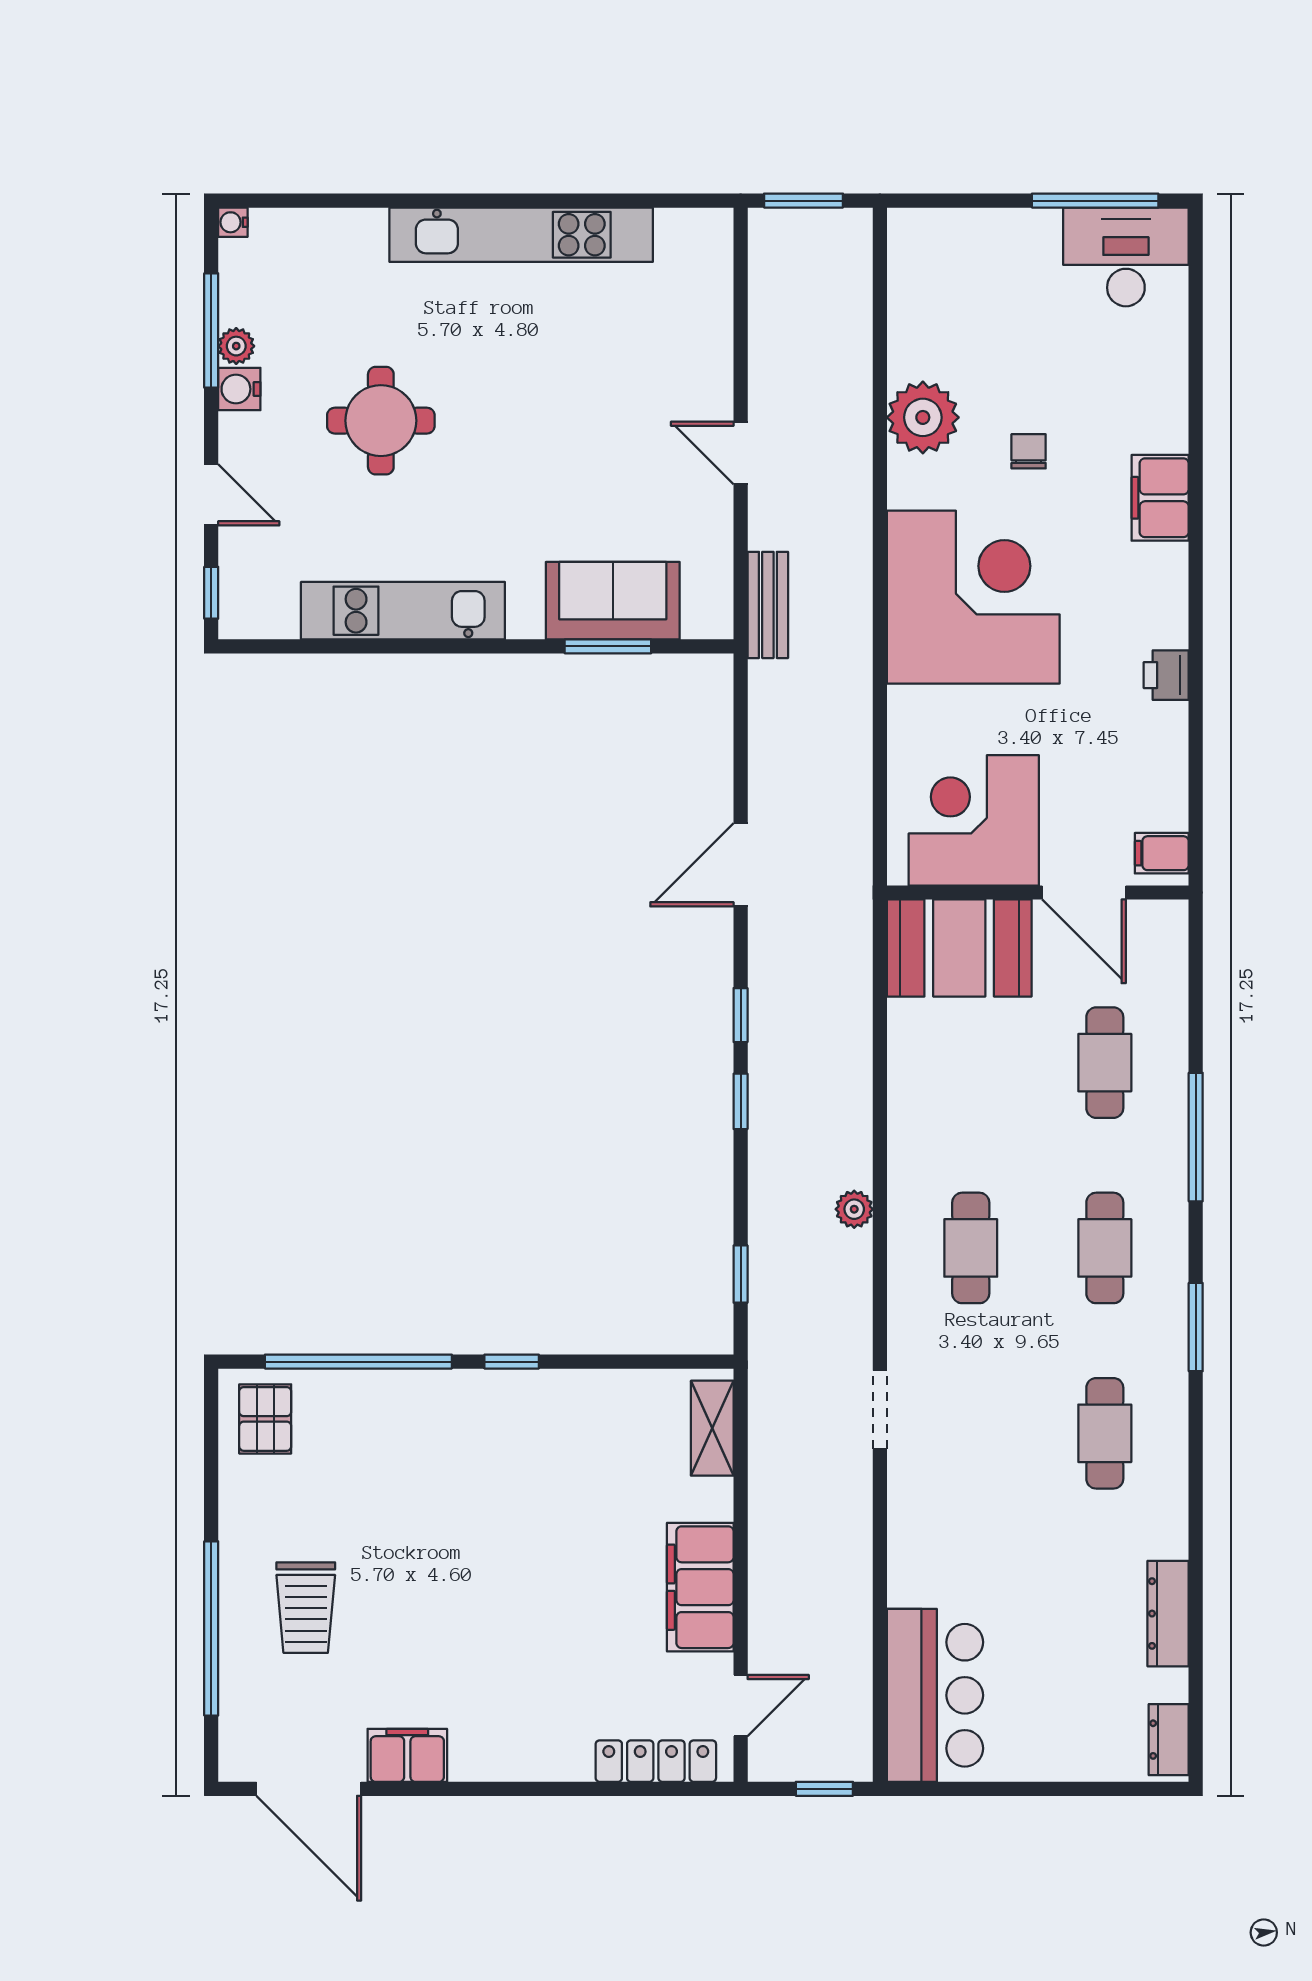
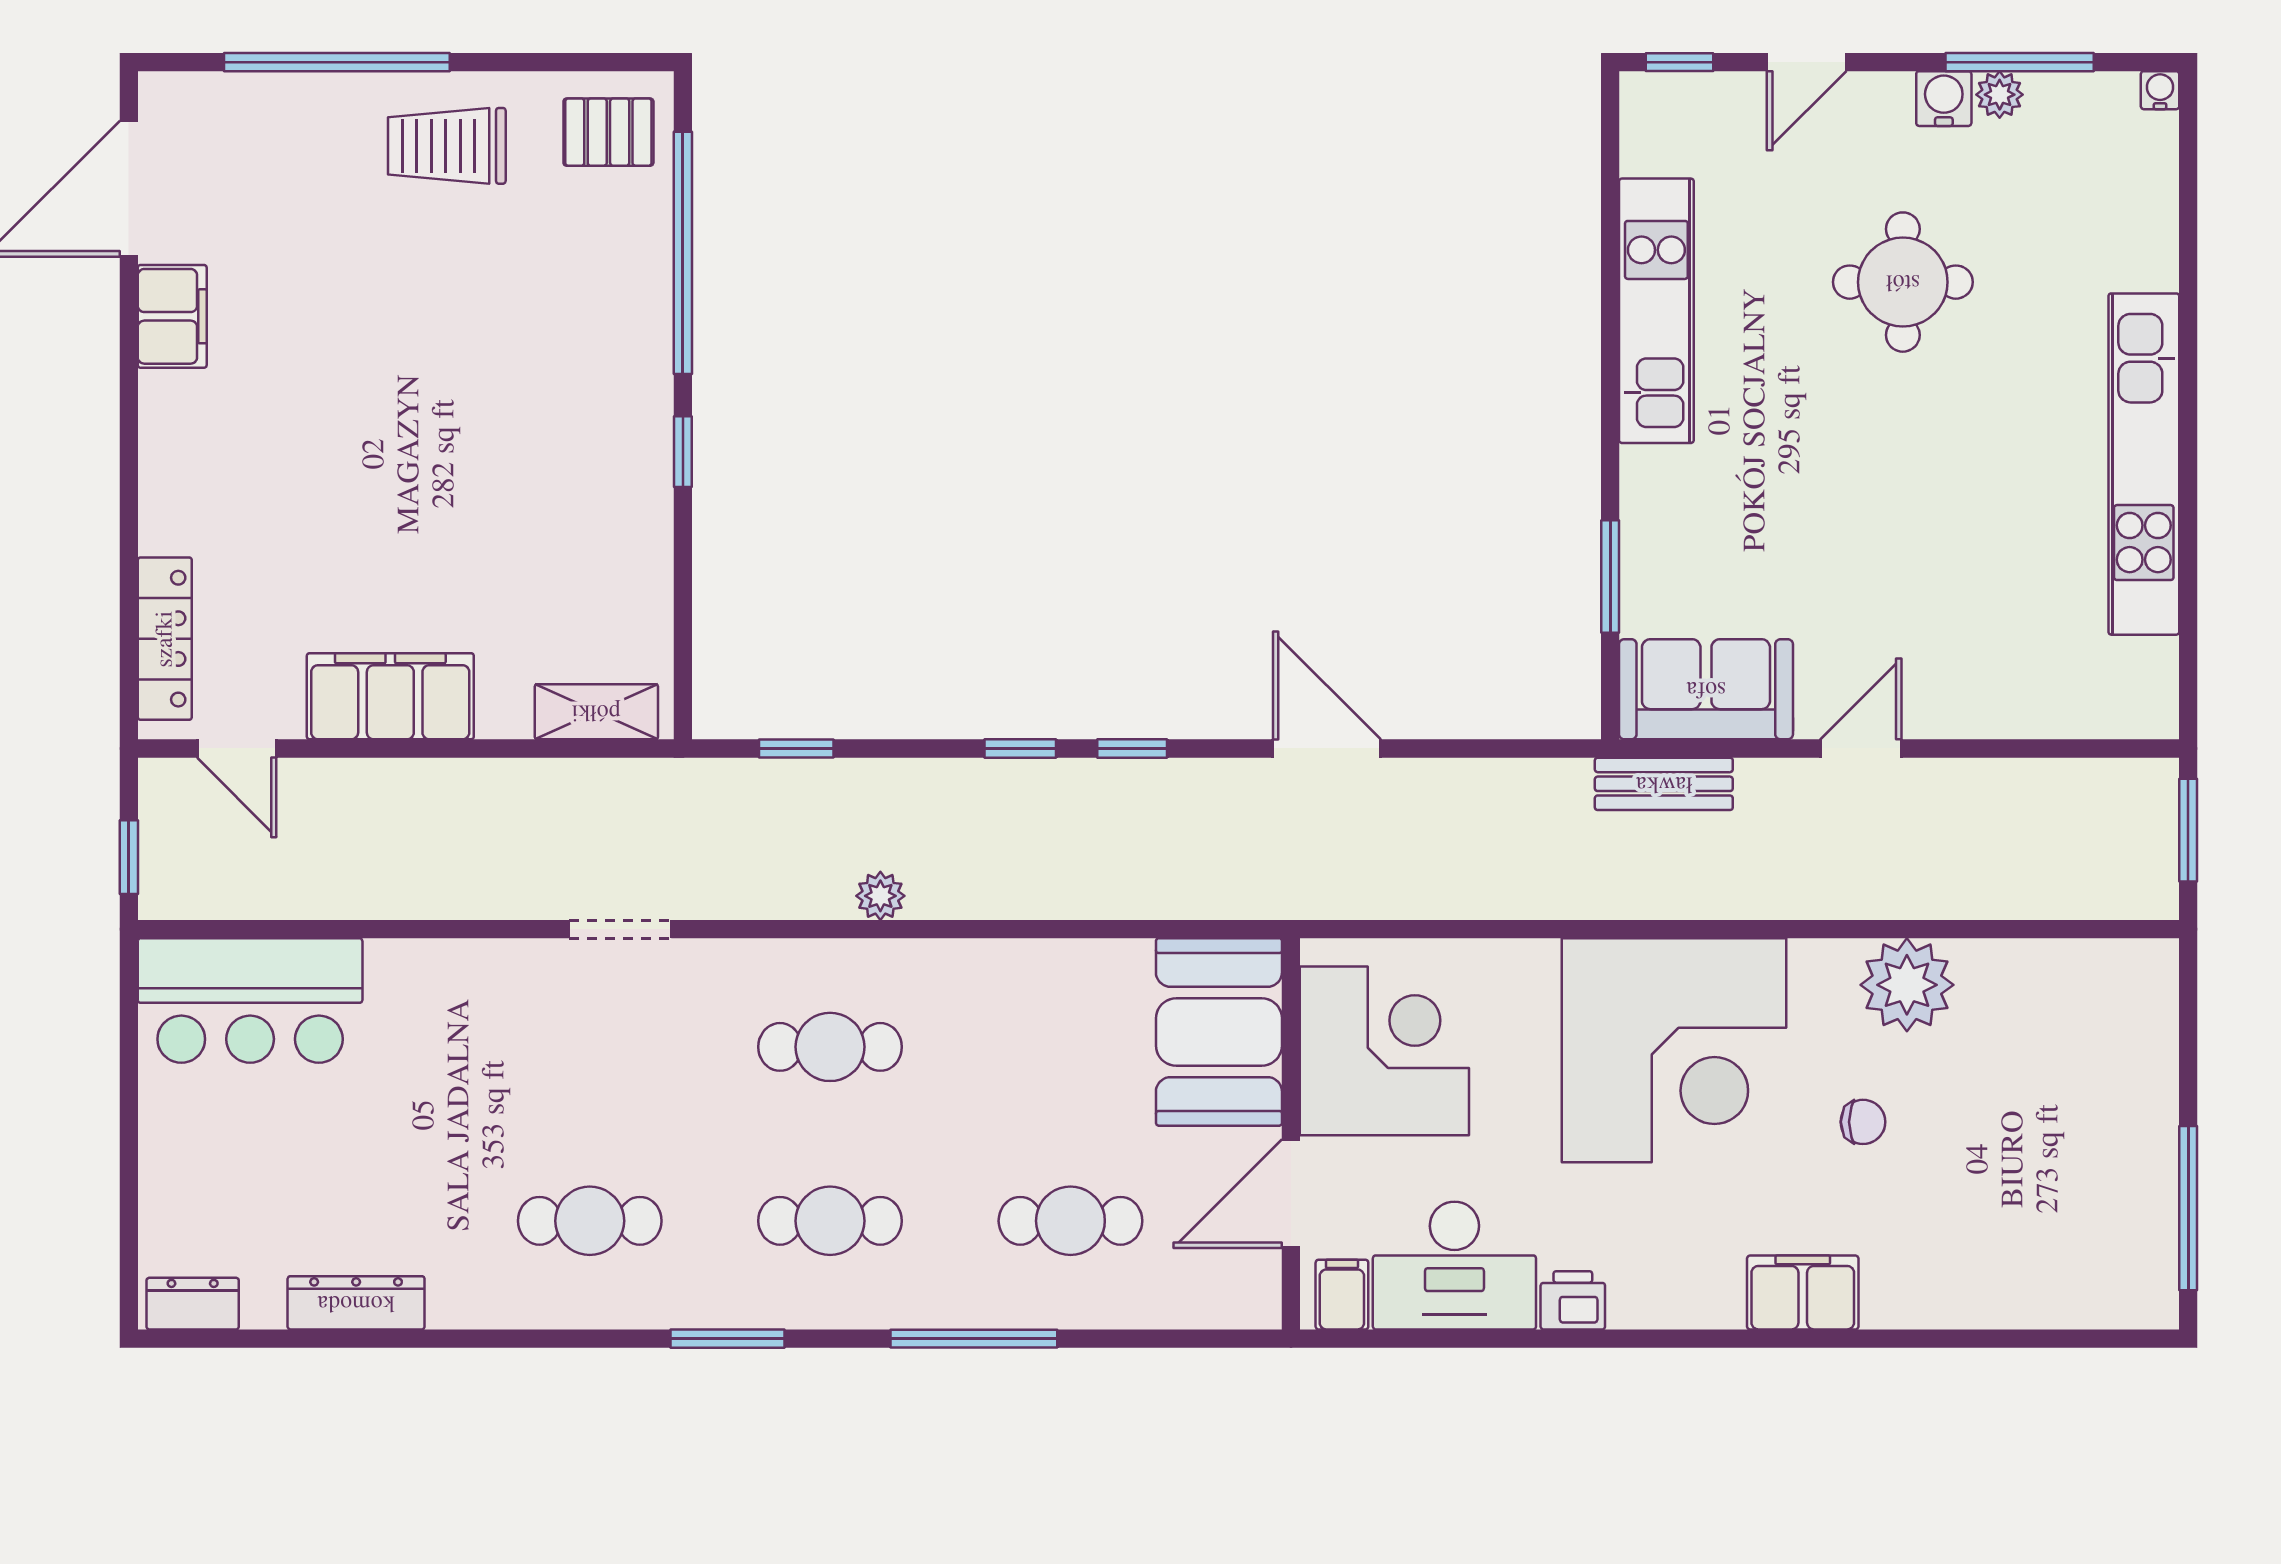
desk: (1126, 257) -> (1454, 1266), moved, turned 90
sofa: (613, 601) -> (1706, 689), moved, turned -90
trolley: (306, 1608) -> (447, 146), moved

